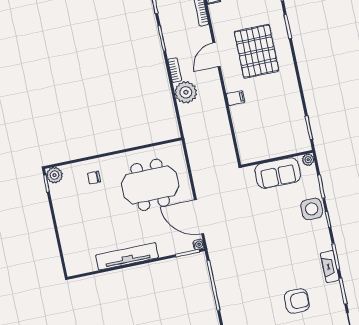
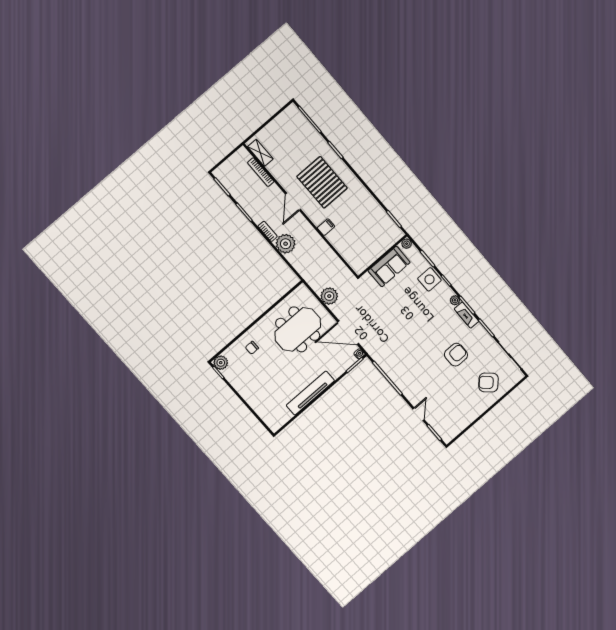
plant: (201, 169) -> (329, 296), added
plant: (326, 245) -> (455, 300), added

